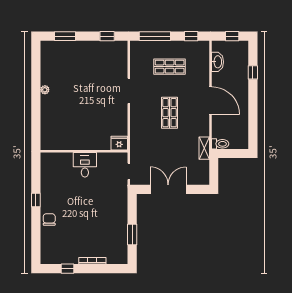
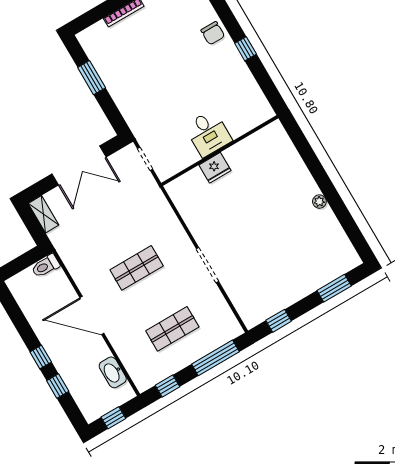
window: (253, 94) -> (41, 357), added
shop shelf: (170, 113) -> (137, 268), turned 90
fridge: (119, 143) -> (215, 168), moved
shelving: (204, 148) -> (43, 214), moved

